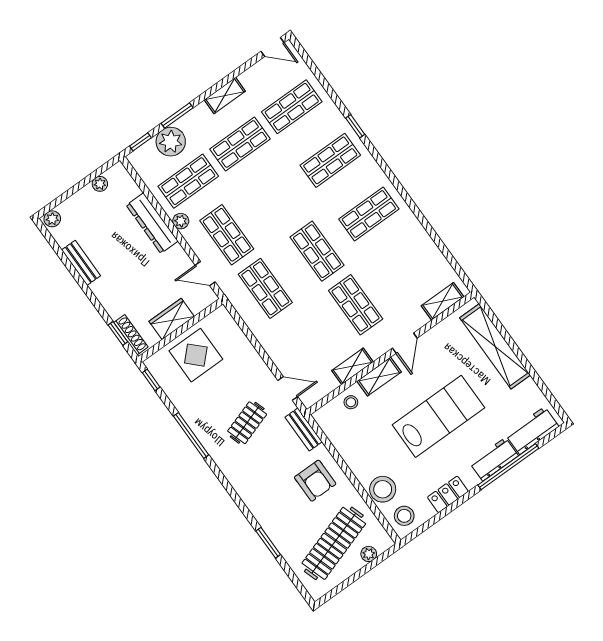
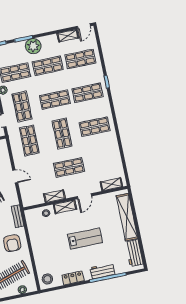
door: (272, 47) -> (84, 26), hinge flipped
shelving: (225, 96) -> (68, 36), moved
plant: (171, 142) -> (33, 46), moved
shop shelf: (279, 198) -> (55, 100), added
shop shelf: (356, 305) -> (69, 167), turned 90
door: (288, 388) -> (15, 176), moved
lab bench: (438, 416) -> (85, 239), width x0.73, depth x0.72
workbench: (532, 431) -> (134, 253), moved, turned -90
stool: (383, 489) -> (43, 262), removed

